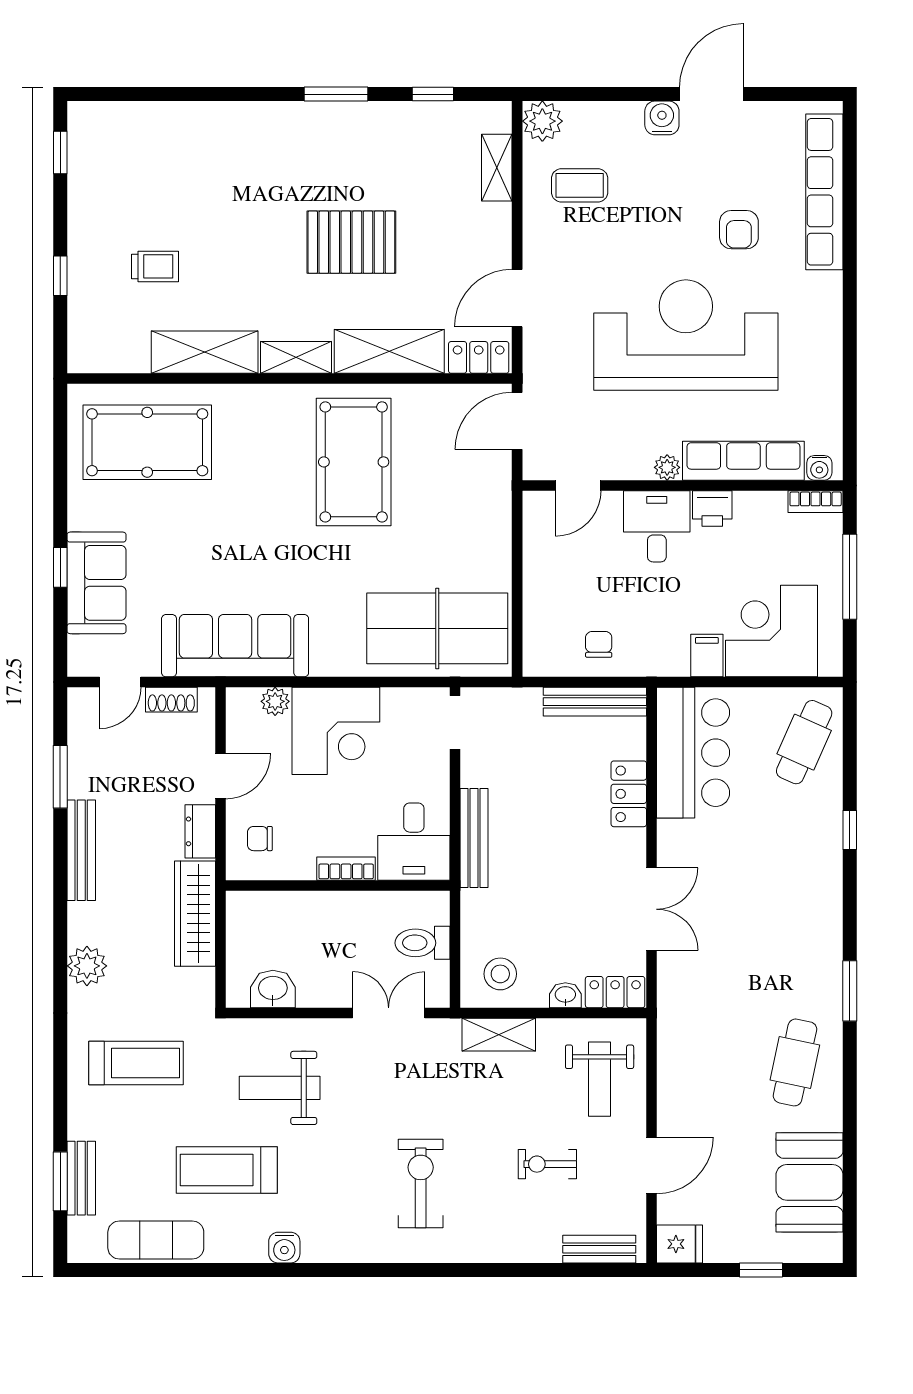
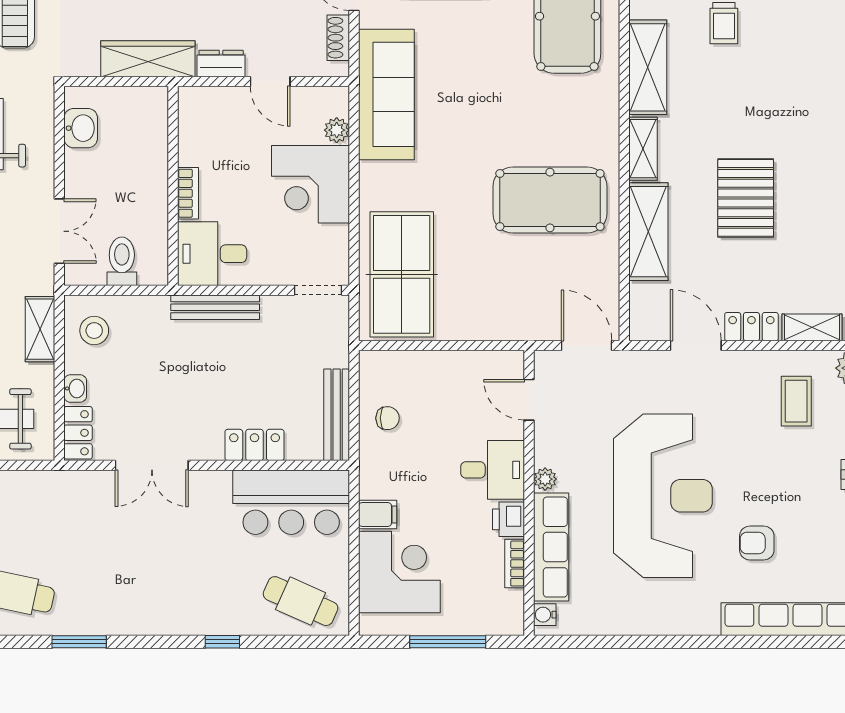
locker: (479, 357) -> (751, 327), moved, turned -90
bookcase: (816, 502) -> (515, 564), moved
chair: (260, 839) -> (215, 117), removed

